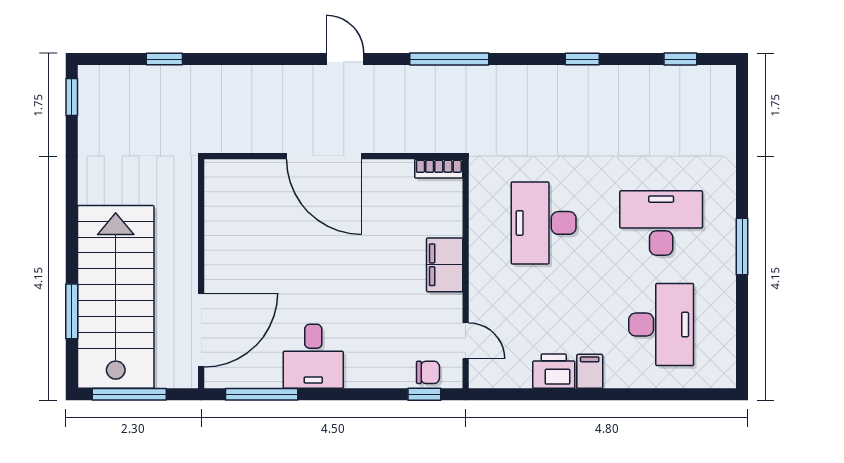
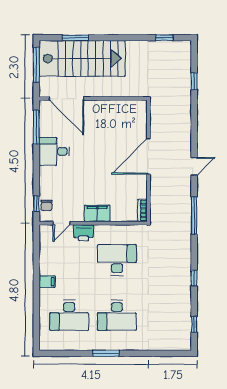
window: (72, 97) -> (164, 38), moved
desk: (661, 223) -> (117, 315), turned 90
printer: (554, 371) -> (83, 233), moved, turned 90

